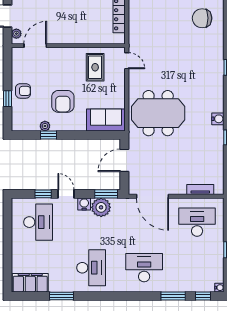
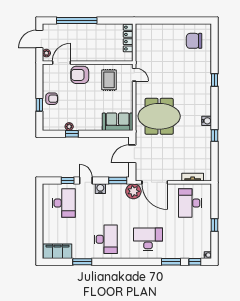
armchair: (63, 101) -> (80, 75), moved, turned 90
plant: (101, 207) -> (133, 191), moved
desk: (197, 222) -> (190, 203), turned -90

